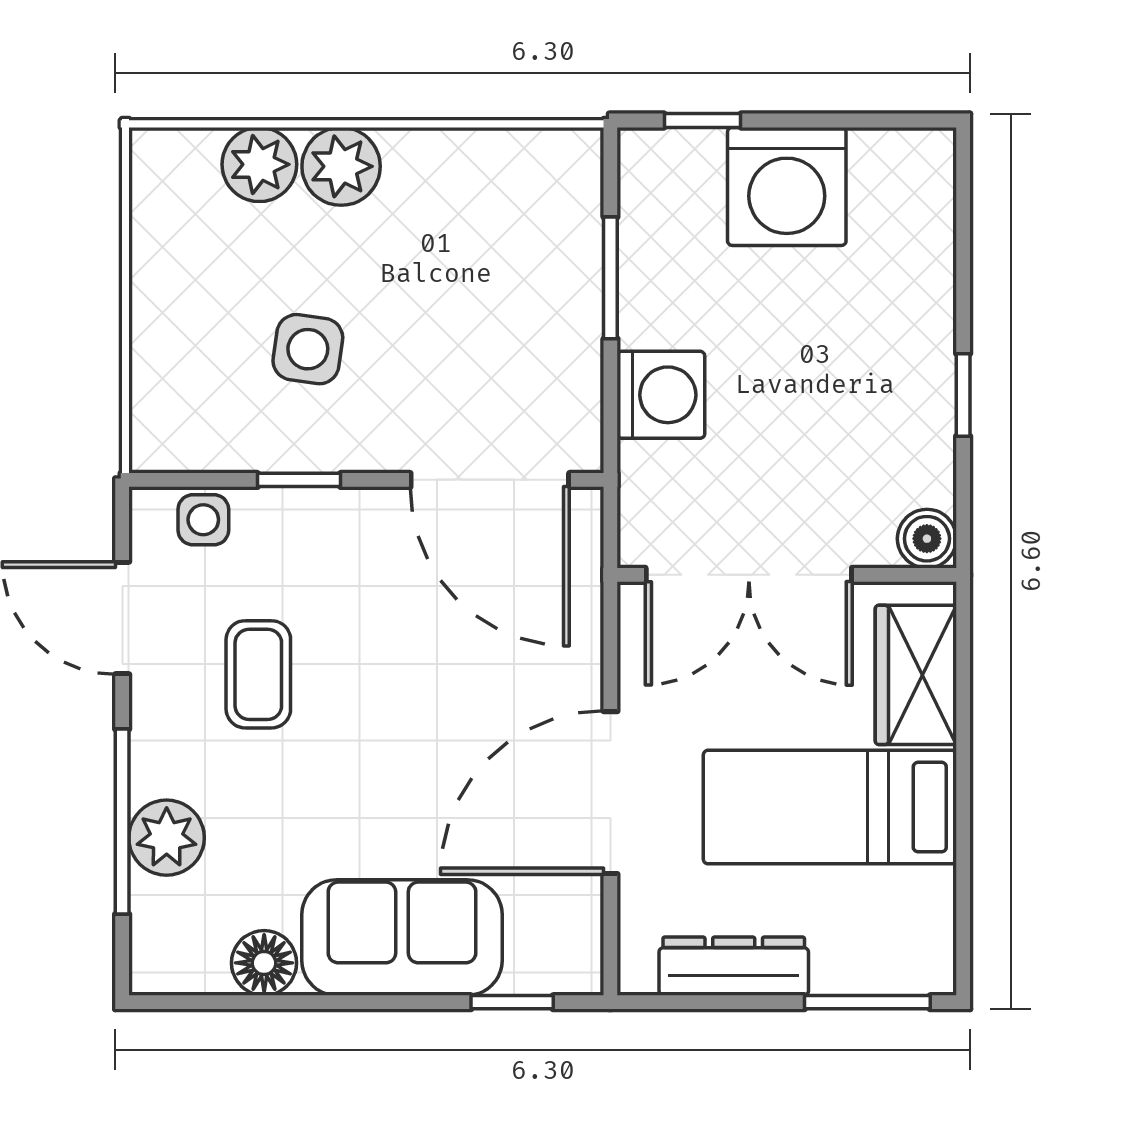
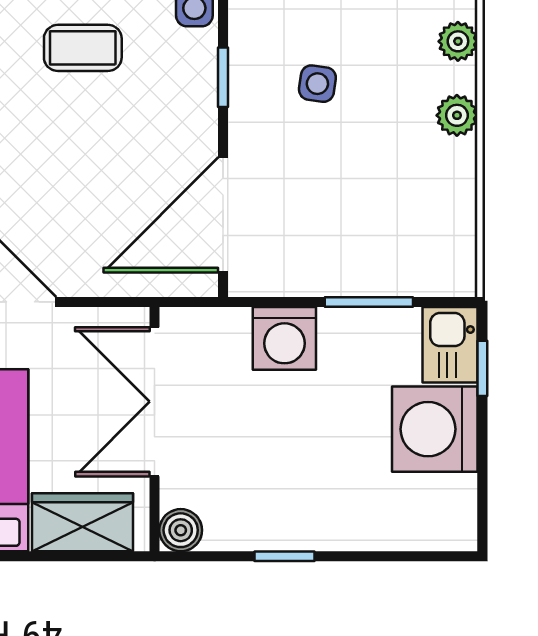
plant: (259, 164) -> (458, 41), width x0.73, depth x0.73
kitchen sink: (670, 165) -> (450, 345), added
plant: (341, 166) -> (457, 115), width x0.73, depth x0.73
side table: (308, 349) -> (317, 84), width x0.73, depth x0.73

